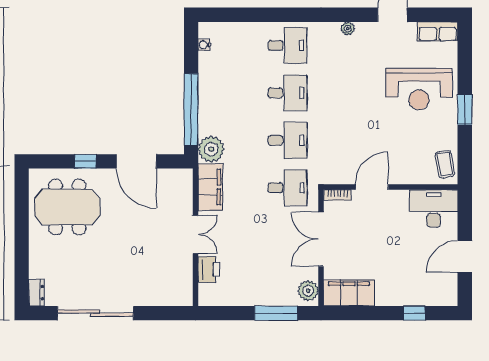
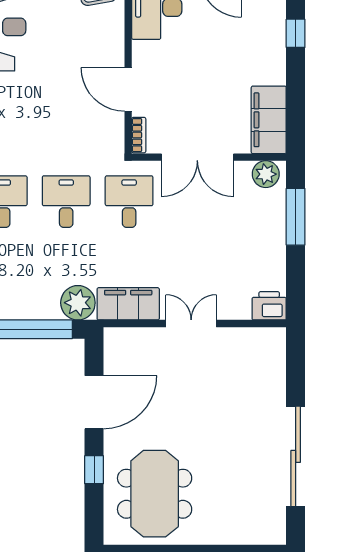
printer: (209, 269) -> (269, 306), moved
dresser: (36, 293) -> (268, 535), removed

